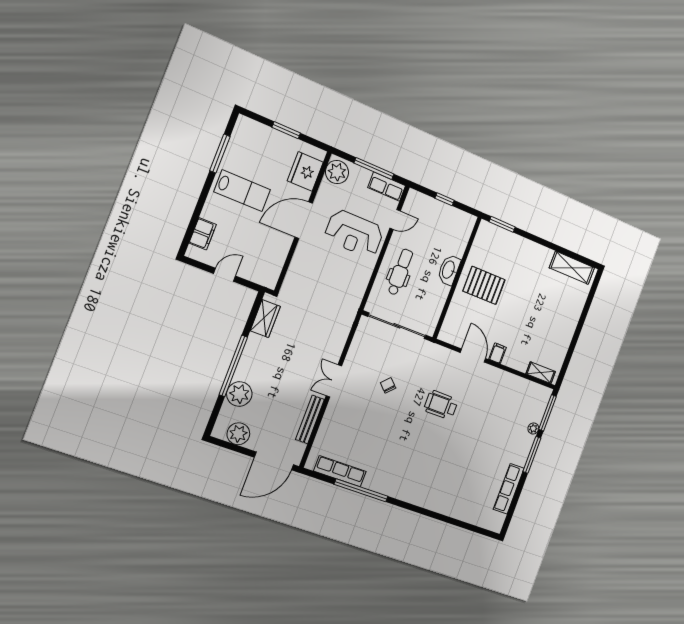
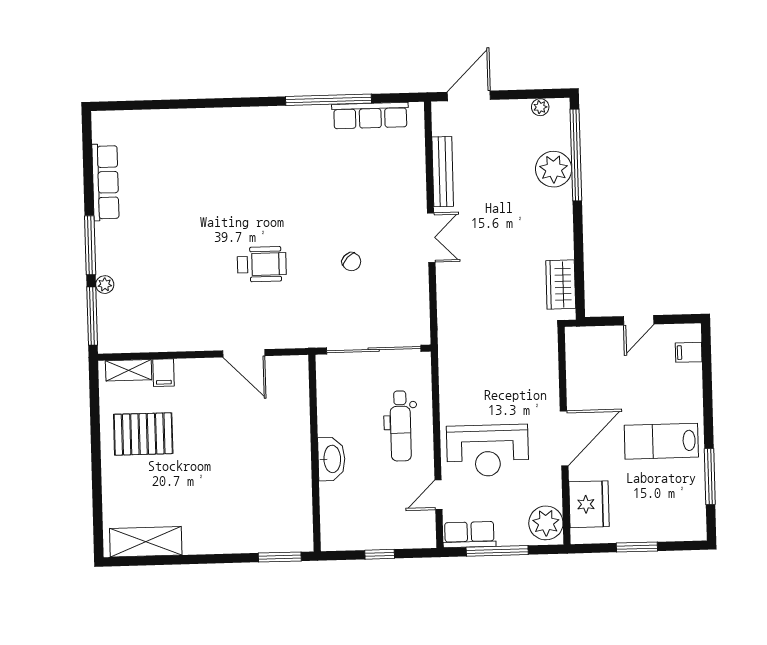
filing cabinet: (203, 234) -> (689, 352), width x0.50
reception desk: (354, 234) -> (488, 450), turned 180
pallet: (484, 285) -> (143, 434), moved
filing cabinet: (498, 353) -> (164, 373), moved
window: (233, 366) -> (576, 155), moved
plant: (238, 434) -> (540, 107), width x0.53, depth x0.53
door: (274, 461) -> (469, 96), width x0.73

